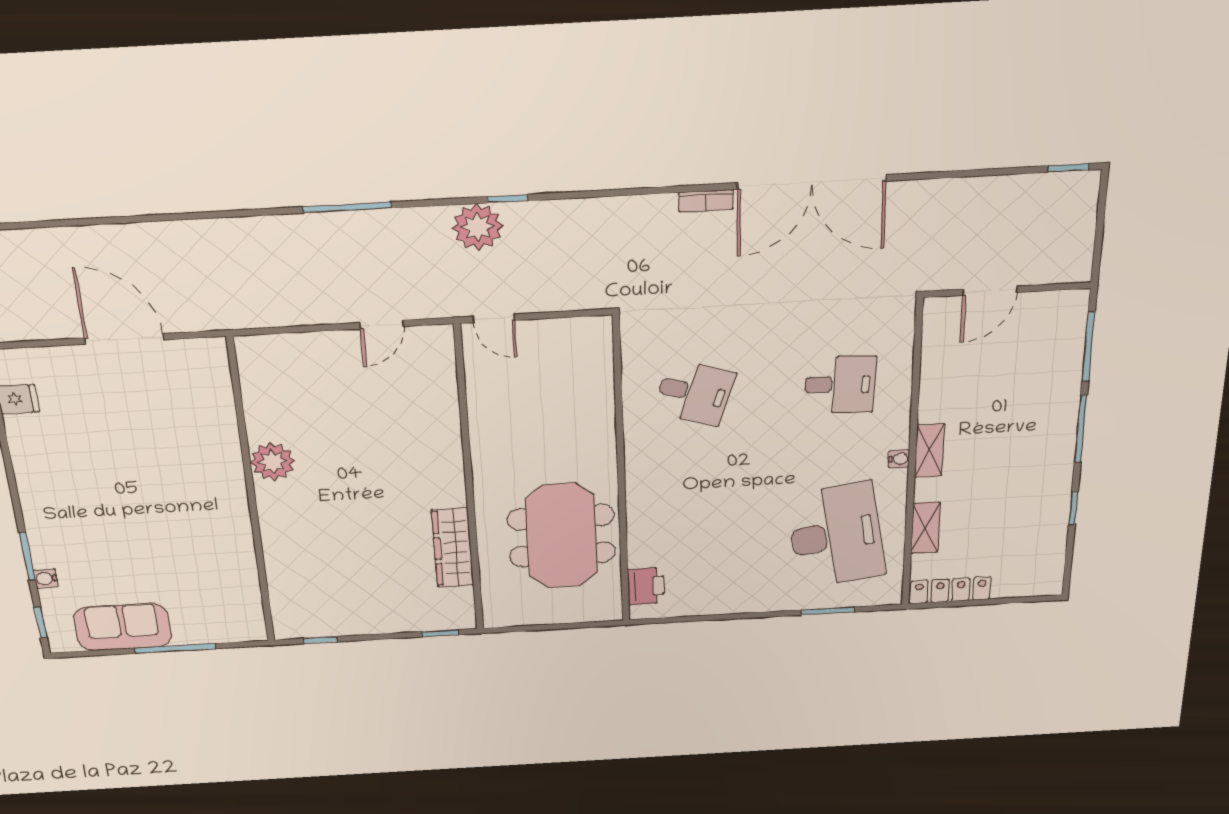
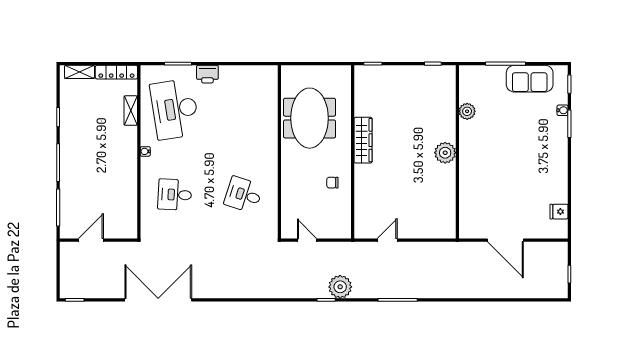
double door: (812, 182) -> (158, 300), moved
bookcase: (706, 201) -> (237, 293), removed
door: (990, 291) -> (91, 240), moved
door: (494, 318) -> (307, 240), moved
chair: (507, 425) -> (332, 183), added
shelving: (929, 450) -> (79, 72), moved, turned 90
plant: (272, 462) -> (445, 153), moved
wardrobe: (453, 548) -> (363, 140), moved
plant: (241, 566) -> (467, 111), added
printer: (646, 586) -> (207, 74), moved, turned -90

